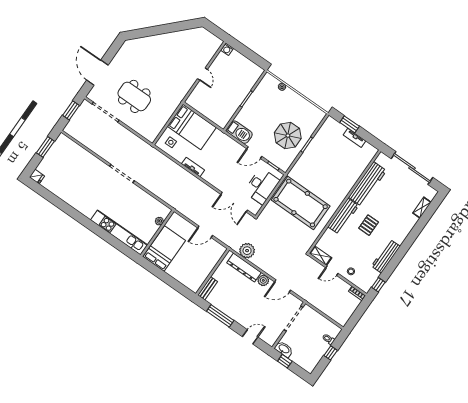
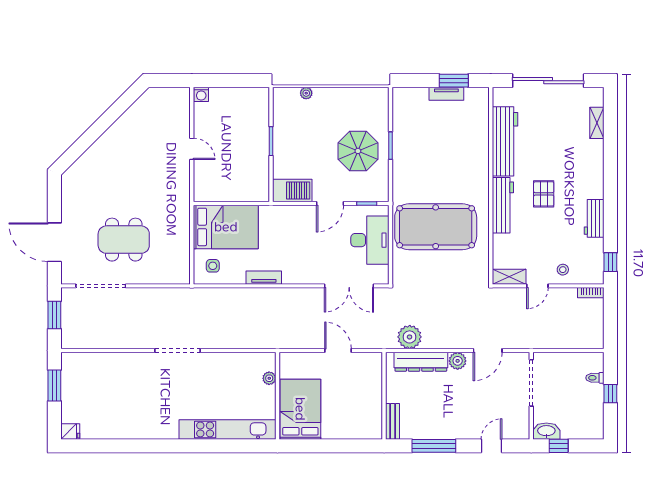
window: (350, 124) -> (454, 81), moved
door: (205, 232) -> (338, 351), swing flipped
workbench: (386, 256) -> (594, 218), width x0.73

